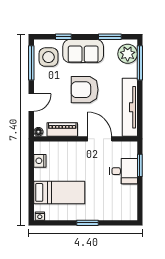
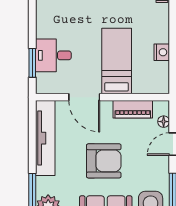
floor lamp: (38, 132) -> (164, 122), moved
nightstand: (40, 161) -> (162, 52), moved
bed: (59, 192) -> (117, 61), moved, turned 90

